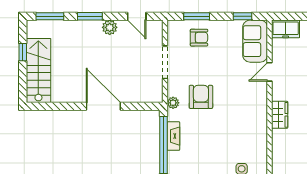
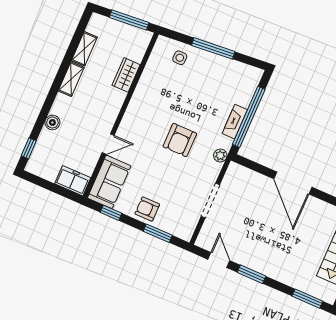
window: (90, 16) -> (251, 274), moved
plant: (110, 27) -> (251, 261), removed
armchair: (199, 38) -> (147, 209), moved
armchair: (201, 97) -> (180, 140), moved
wardrobe: (280, 115) -> (126, 75), moved

